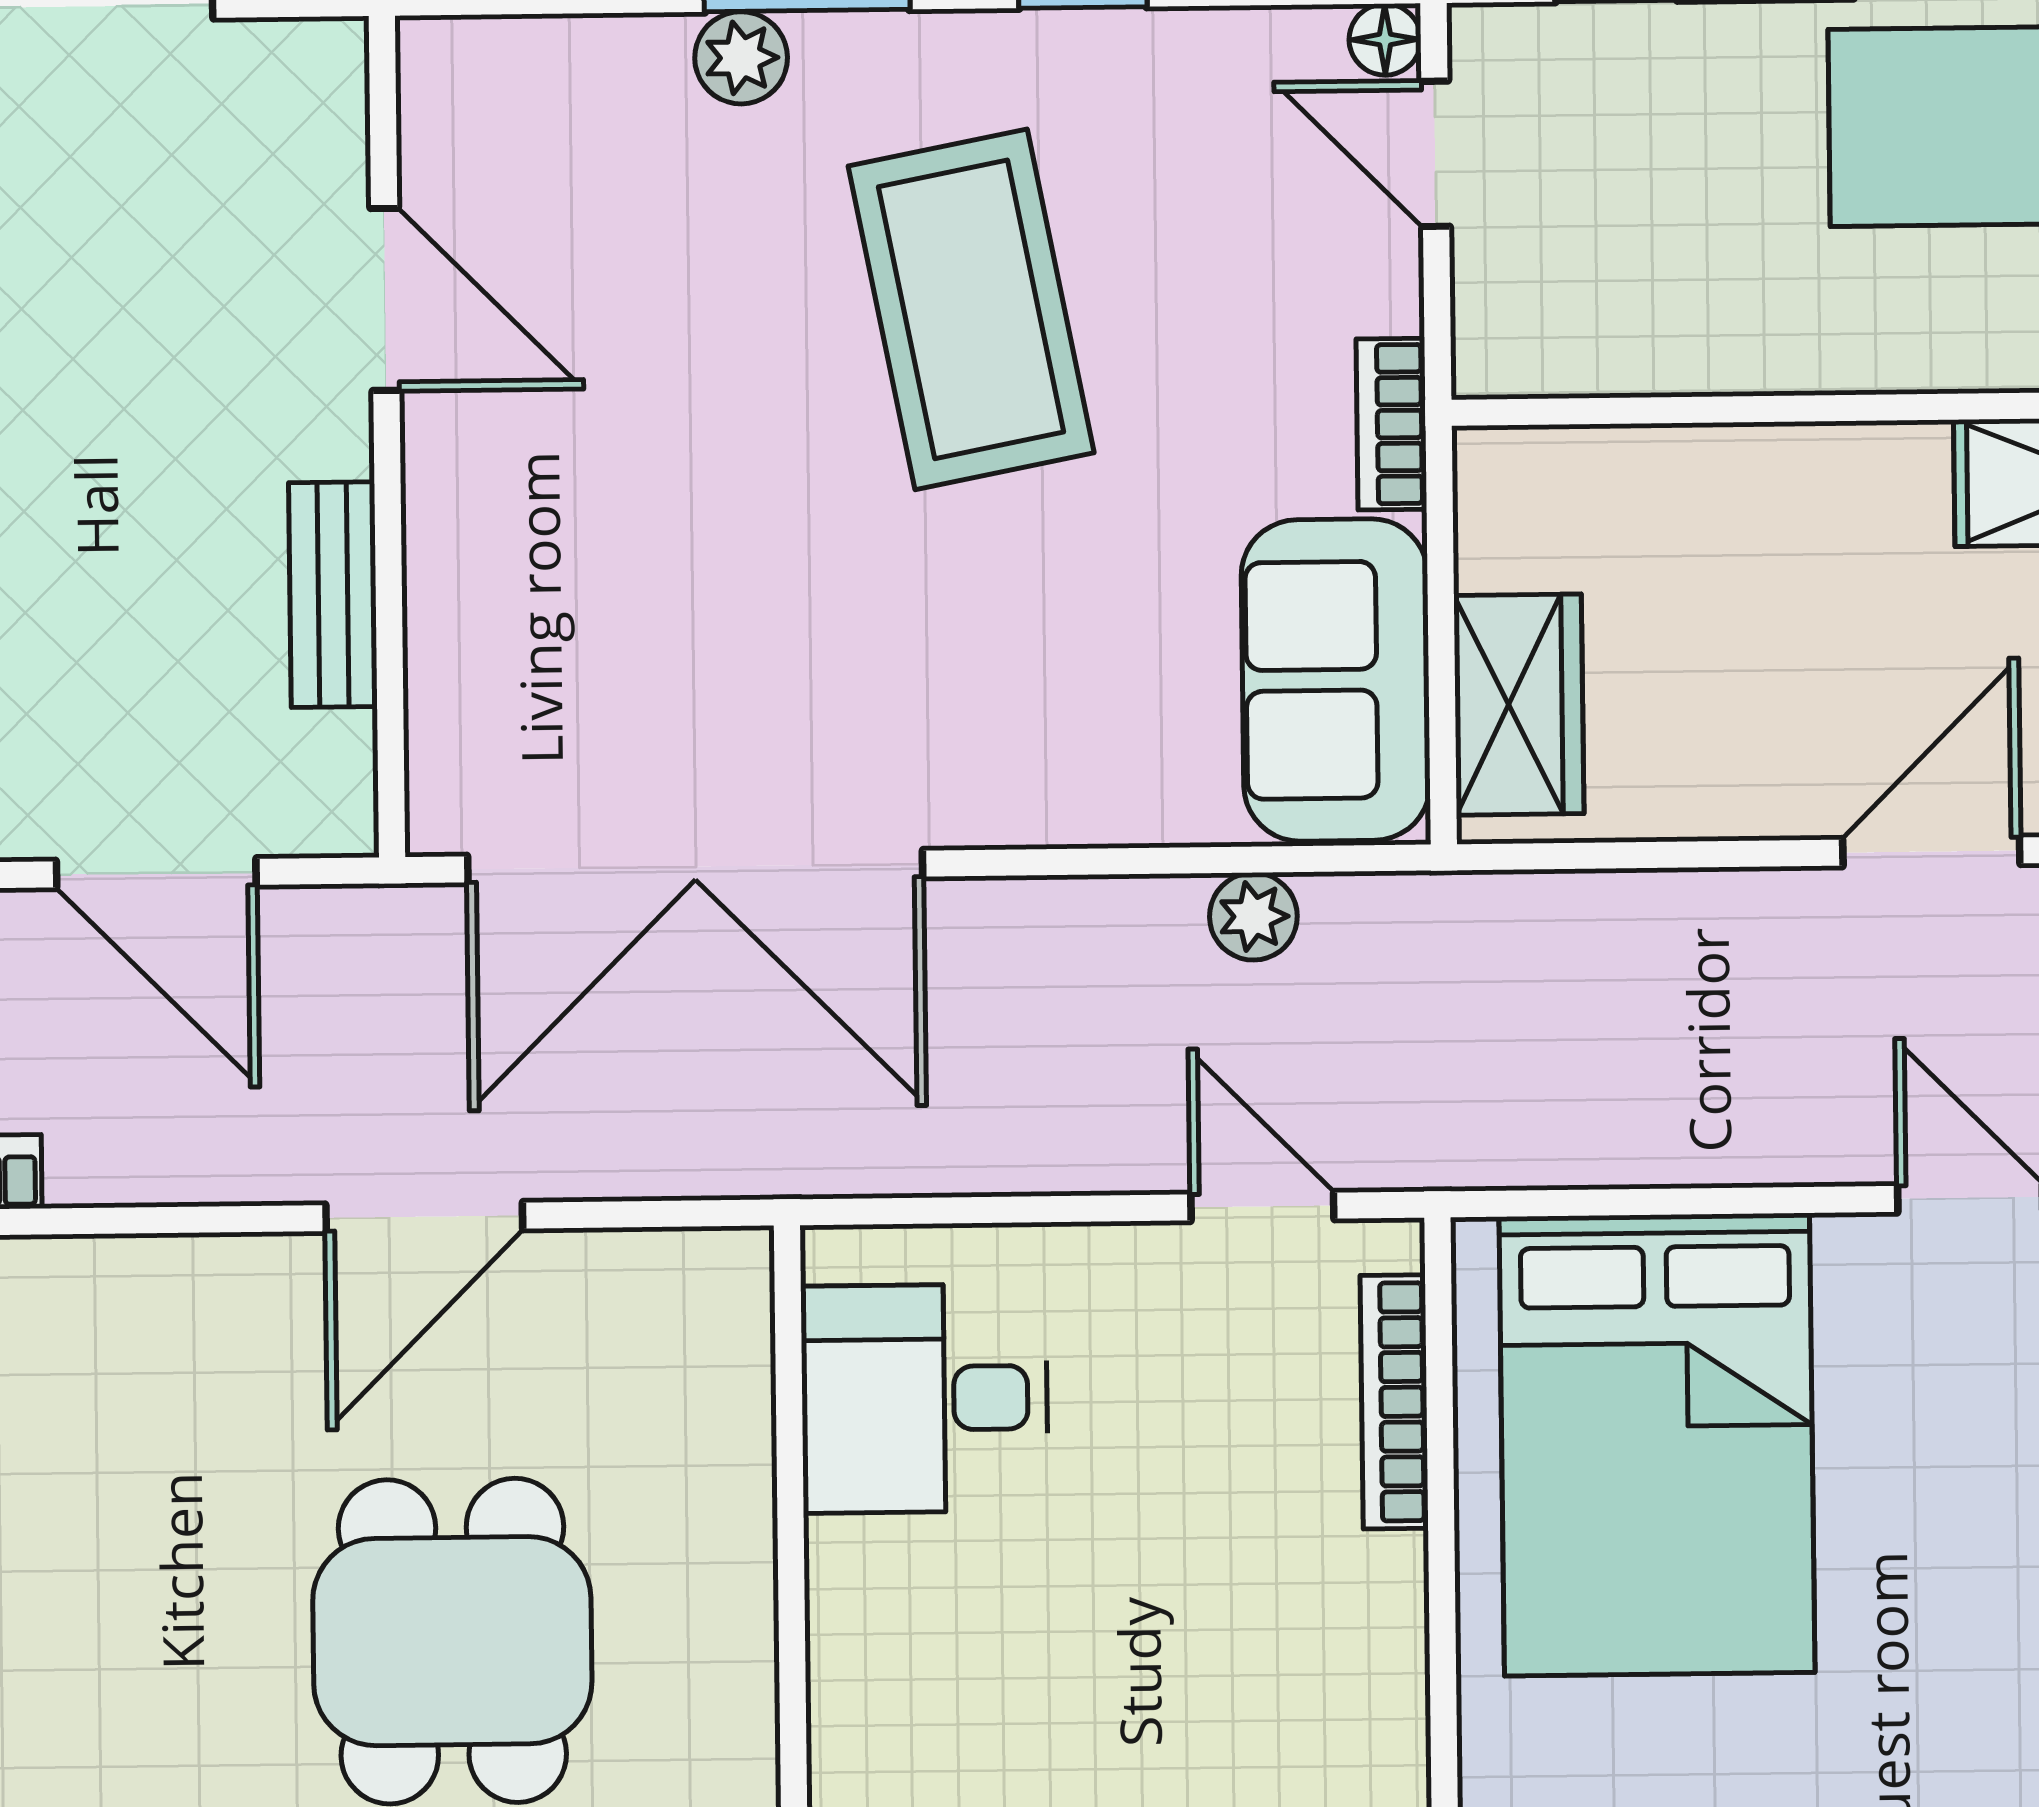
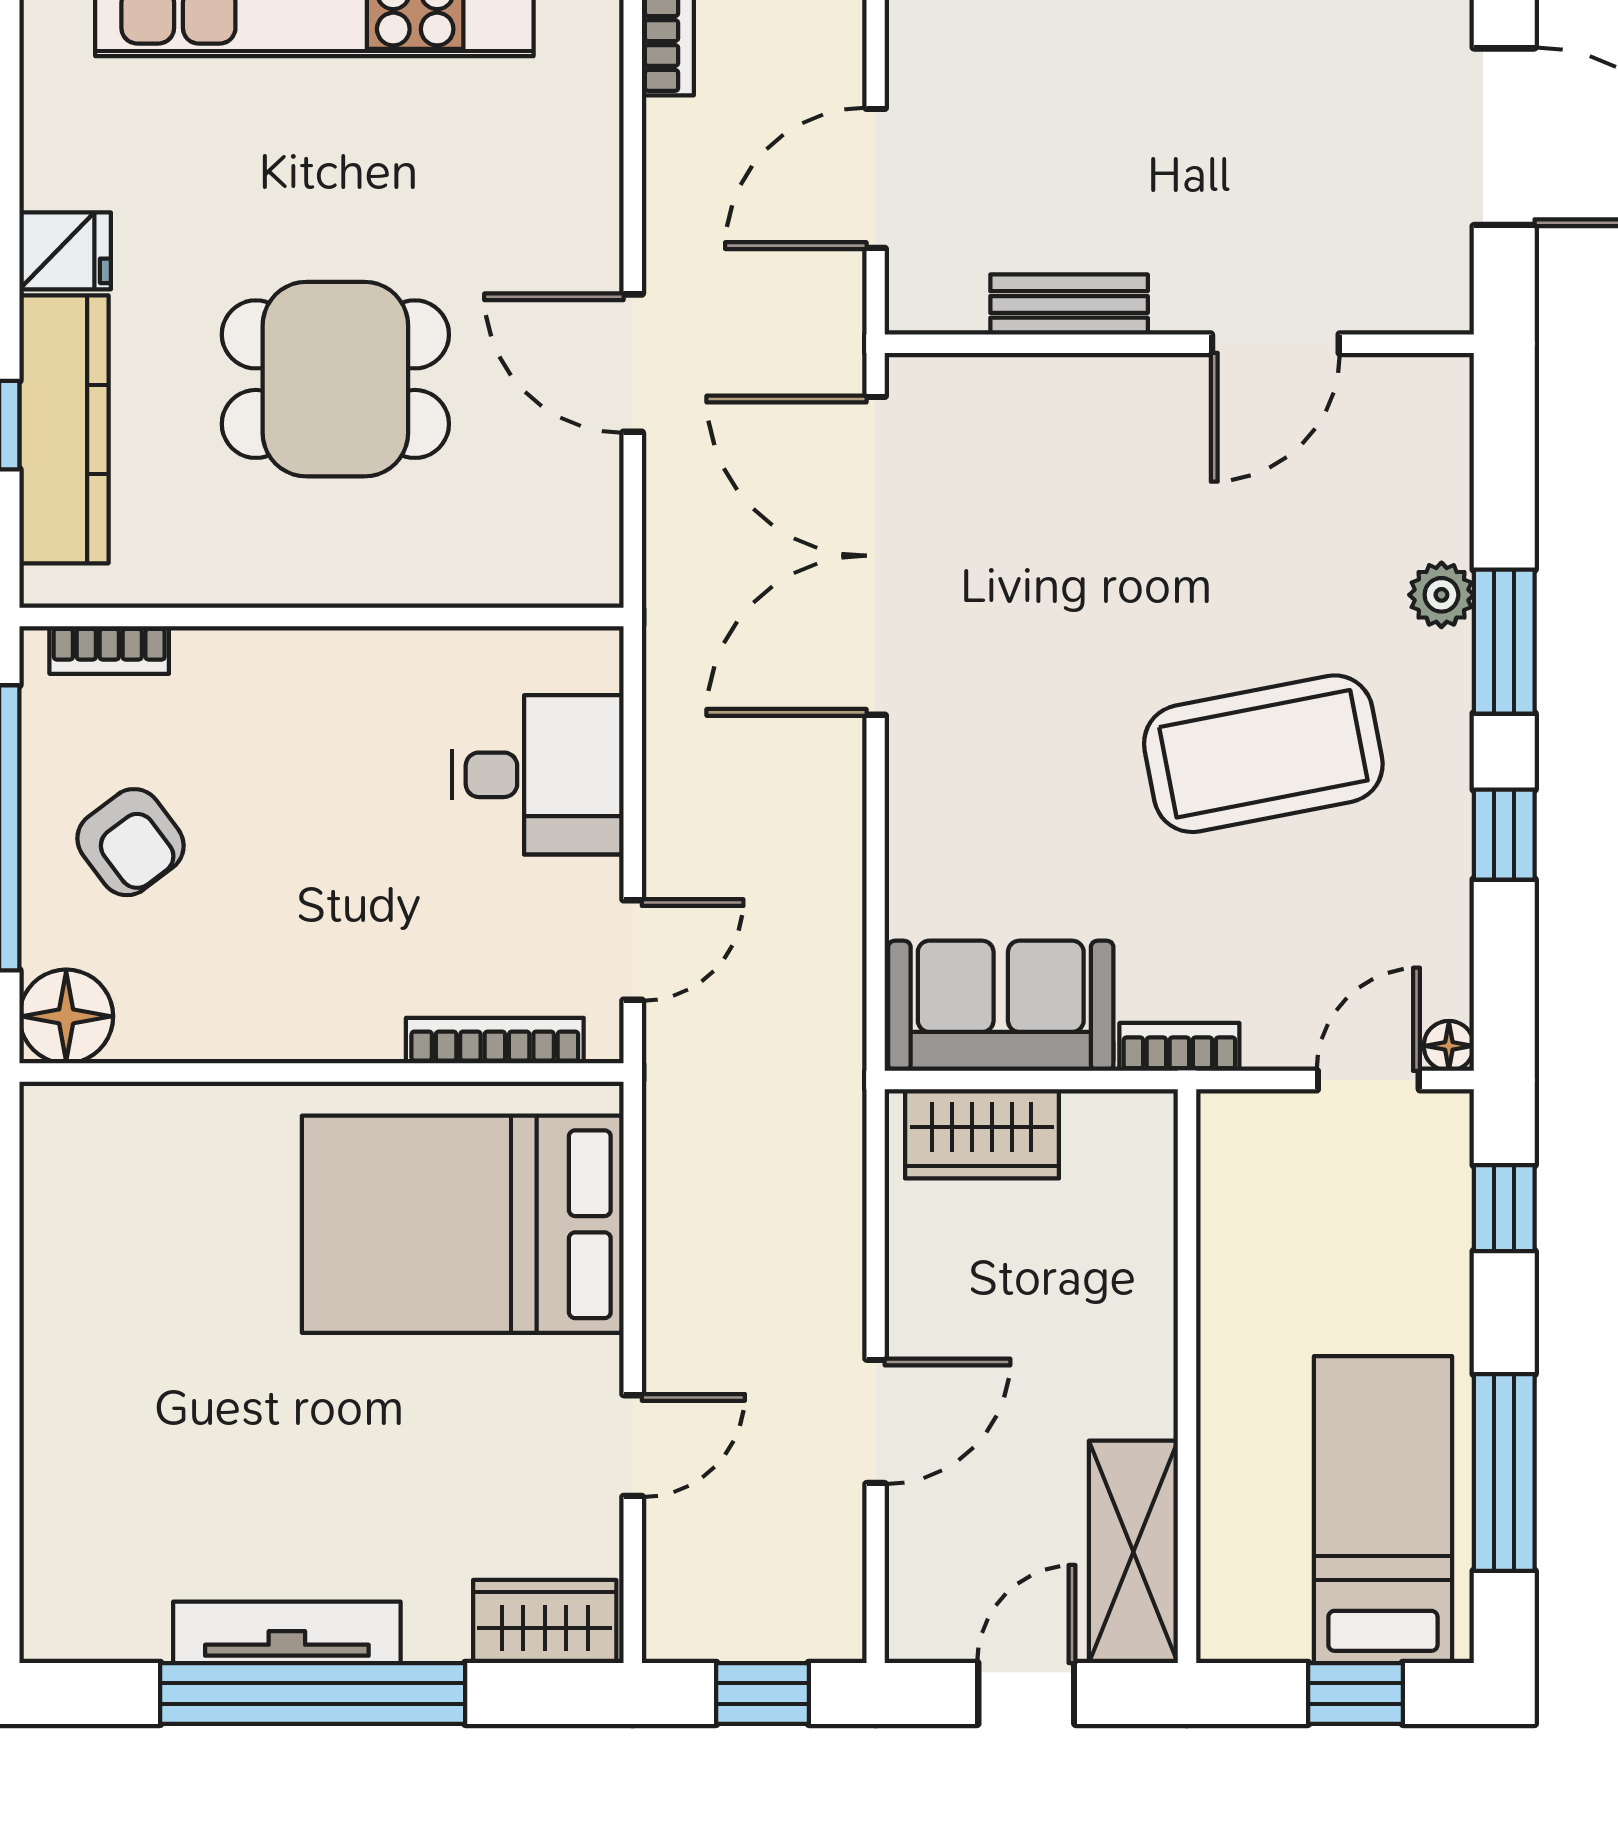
door: (1931, 851) -> (876, 1421), hinge flipped
plant: (1253, 916) -> (836, 946), removed
desk: (925, 1398) -> (538, 775), moved, turned 90

